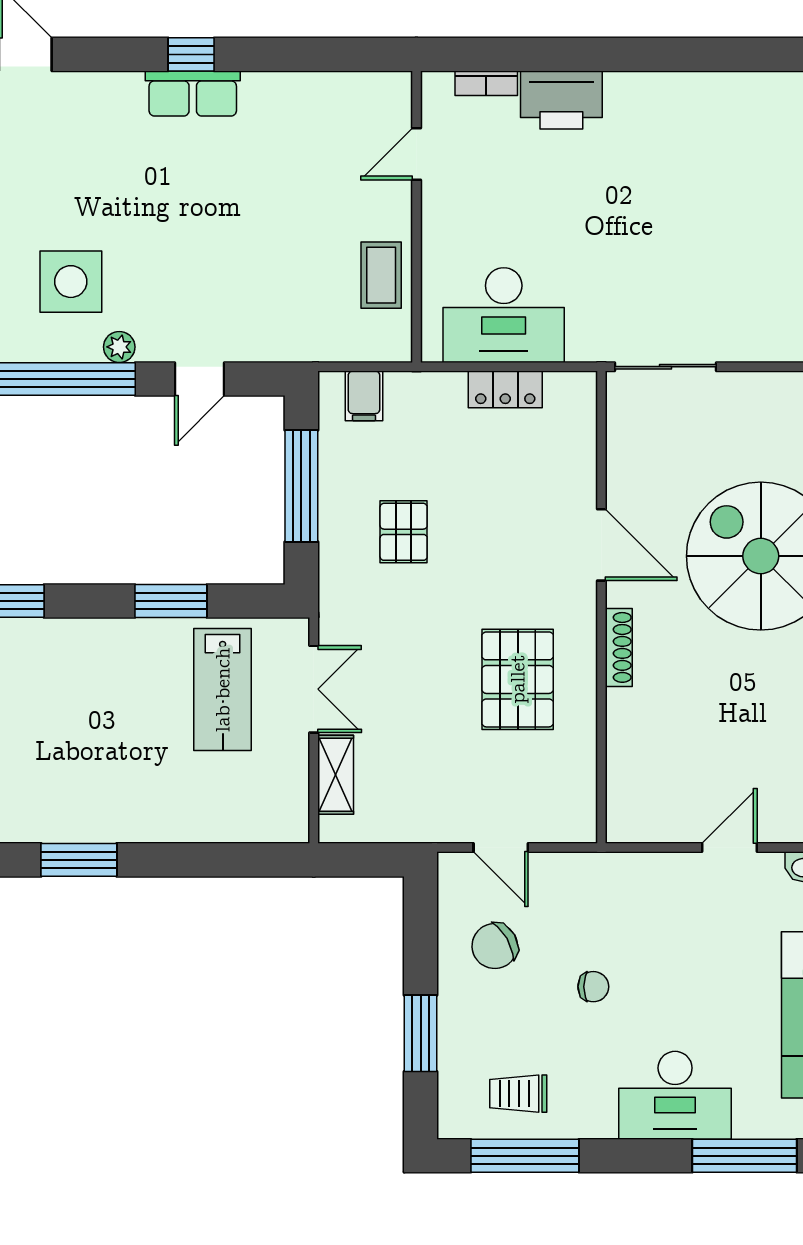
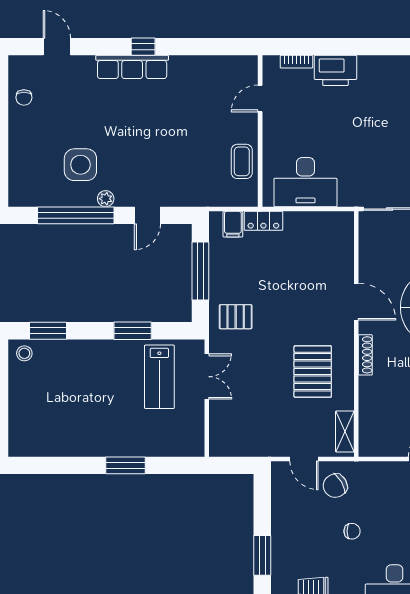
row of seats: (193, 93) -> (132, 67), width x1.48
locker: (505, 389) -> (263, 221), moved
pallet: (404, 532) -> (236, 317), moved, turned 90
shelving: (336, 775) -> (345, 432), moved
window: (79, 860) -> (125, 465), moved
chair: (495, 946) -> (335, 486), moved

